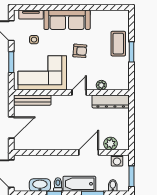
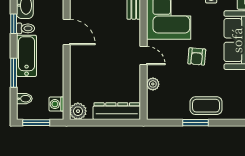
dresser: (111, 101) -> (117, 111), moved, turned 90
plant: (111, 144) -> (78, 111), moved
door: (89, 153) -> (67, 32), moved

